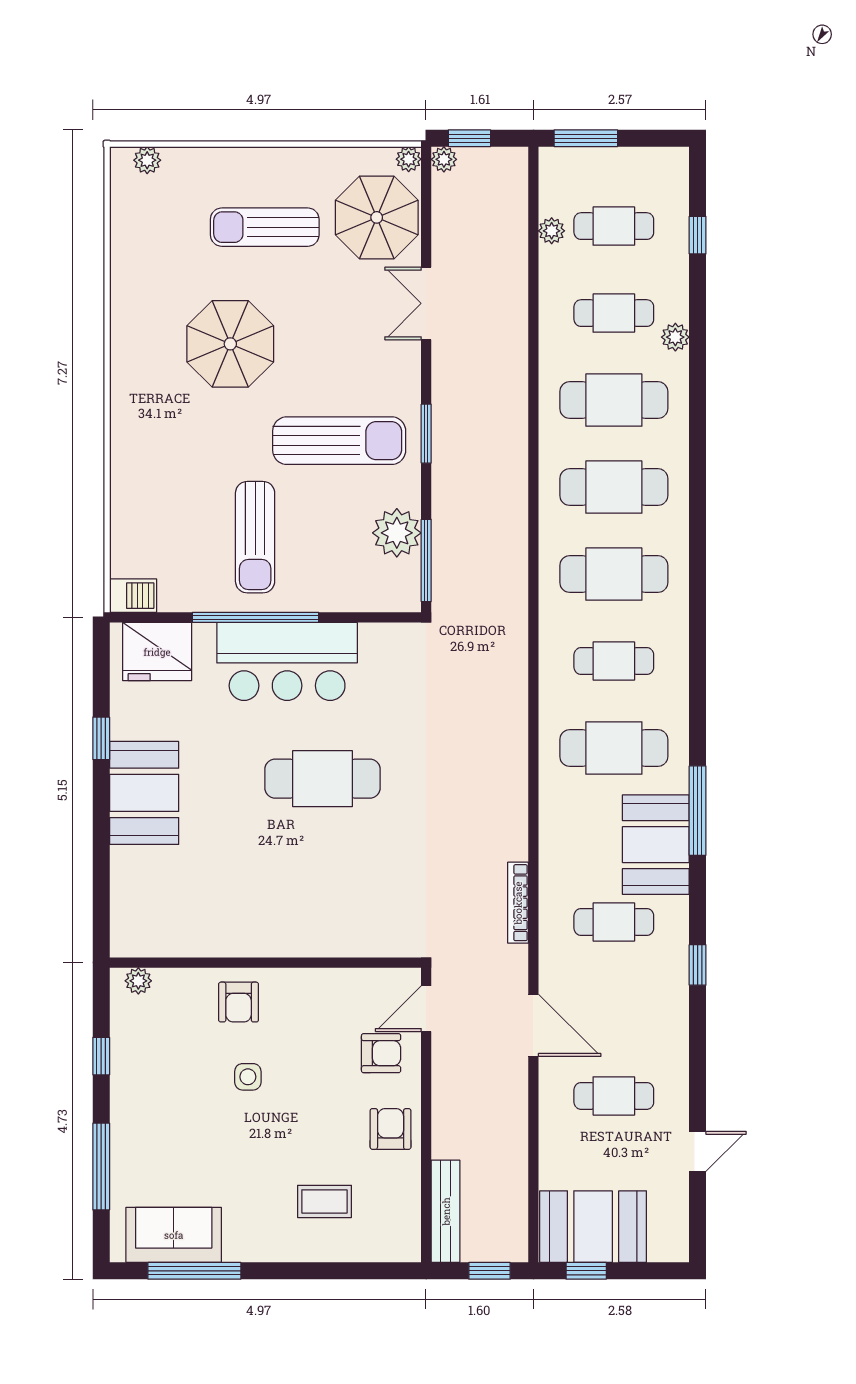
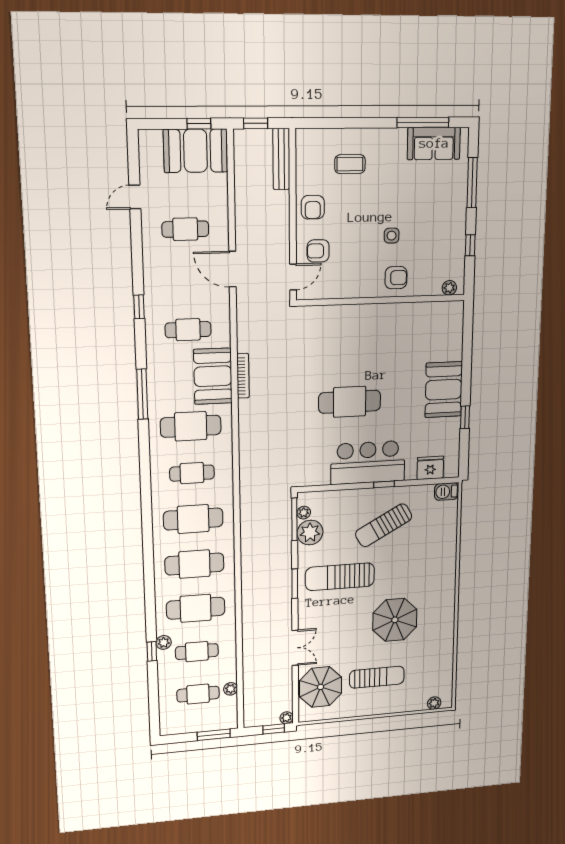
plant: (409, 159) -> (304, 513), moved
window: (698, 235) -> (152, 651), moved
sun lounger: (255, 537) -> (384, 525), turned -119
window: (256, 617) -> (384, 484), width x0.32
fridge: (157, 652) -> (430, 468), width x0.73, depth x0.75
booth: (656, 845) -> (213, 376), moved
bookcase: (518, 903) -> (243, 376), moved
armchair: (239, 1002) -> (396, 278), turned 90

